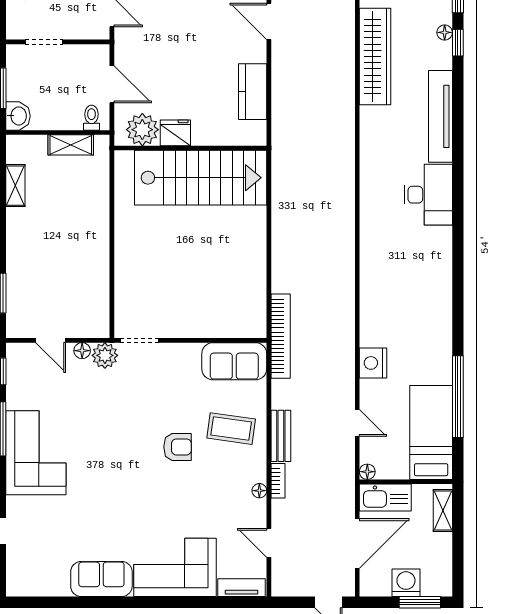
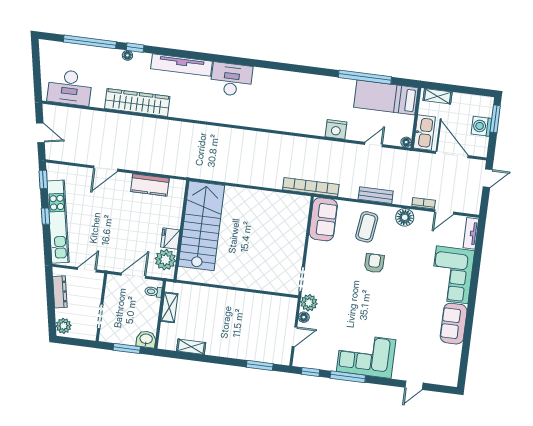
bookcase: (278, 481) -> (424, 203), moved
floor lamp: (259, 491) -> (405, 217), width x1.89, depth x1.89

